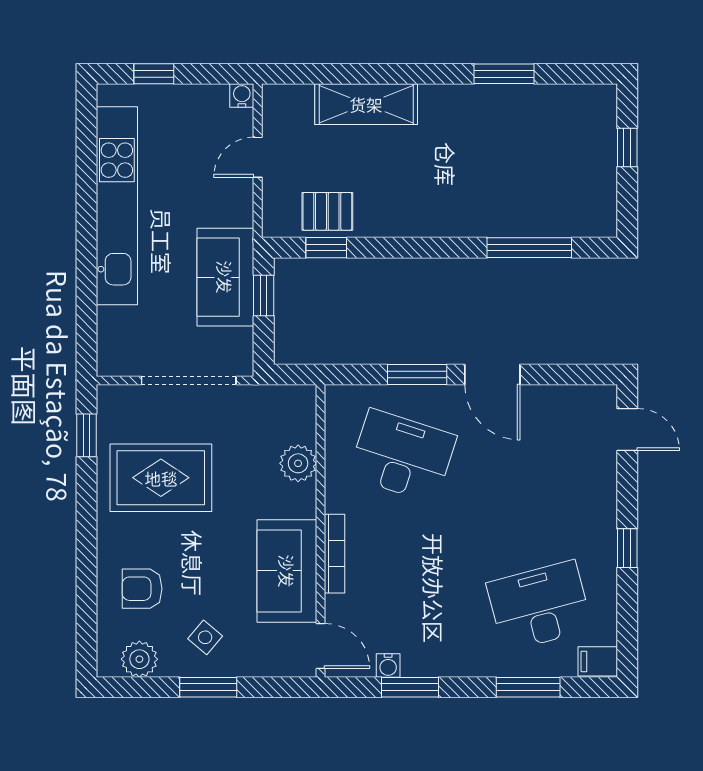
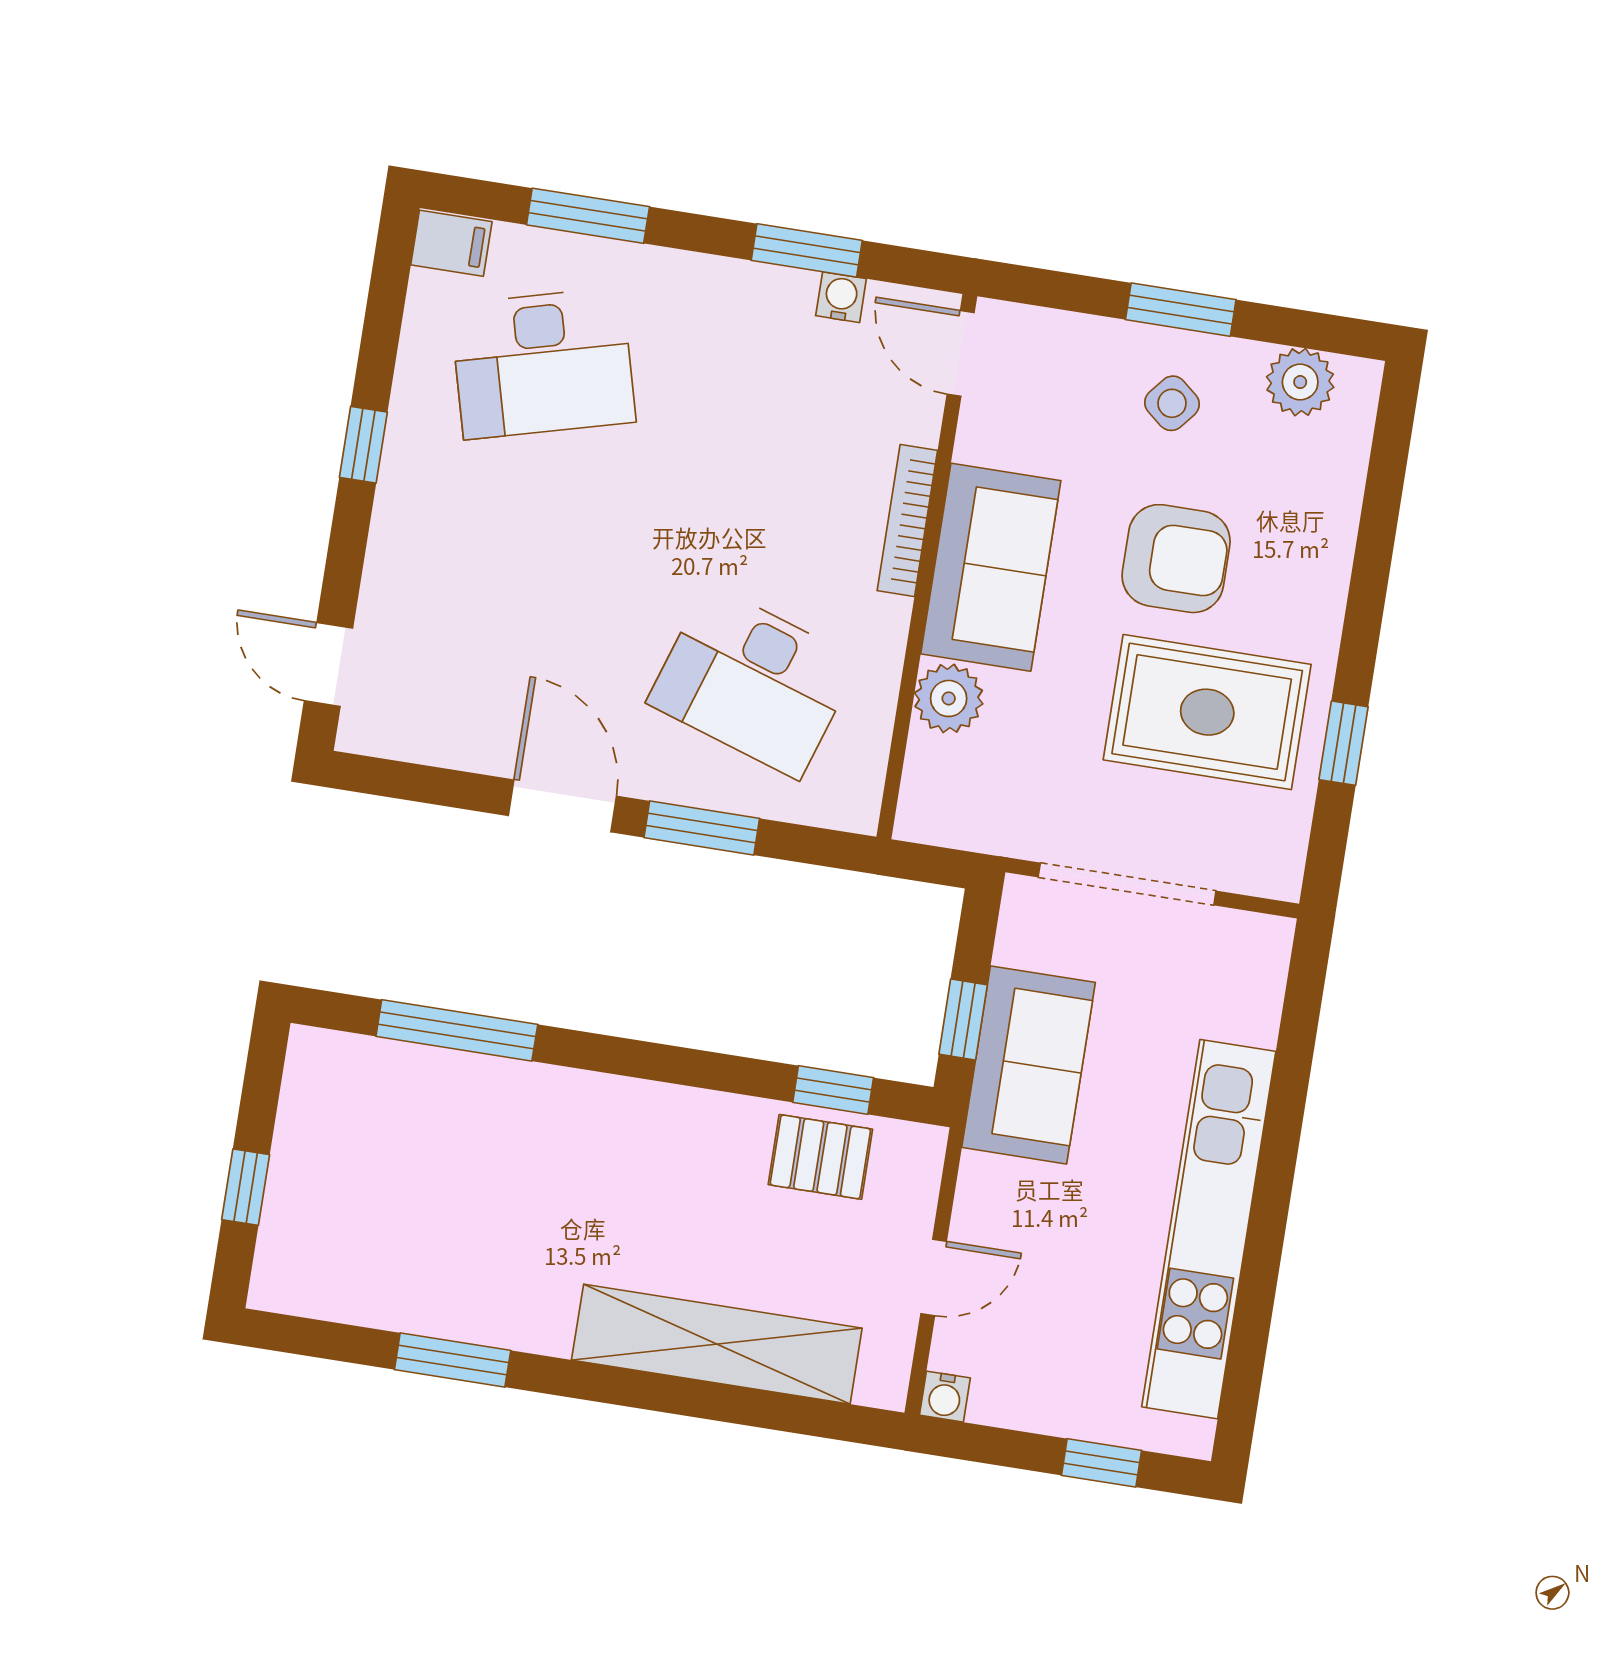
shelving: (366, 104) -> (717, 1344), width x1.47
window: (86, 435) -> (1344, 743), moved
sofa: (287, 571) -> (991, 567), moved
armchair: (142, 589) -> (1176, 559), moved, width x1.38, depth x1.38

